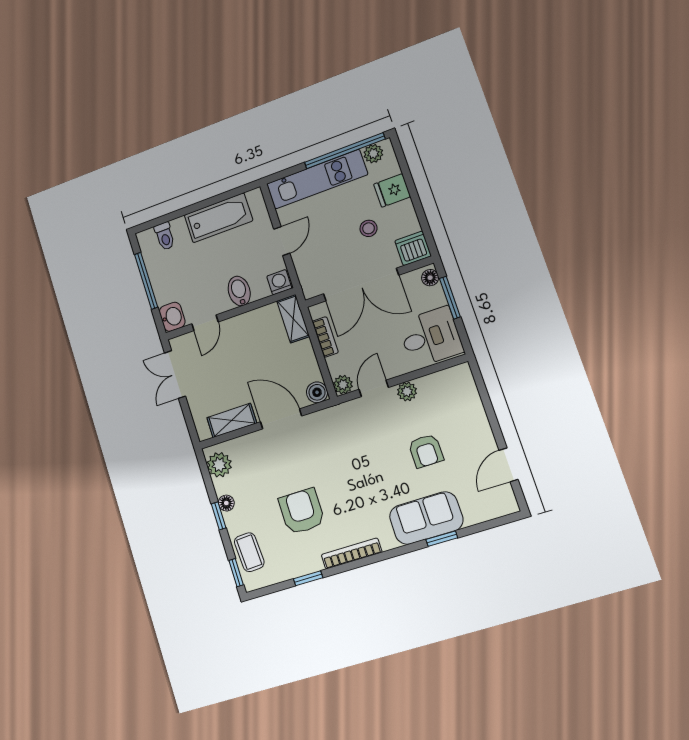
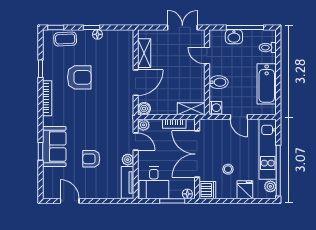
washbasin: (172, 317) -> (234, 37), moved
tv unit: (445, 380) -> (127, 182), added
plant: (219, 465) -> (121, 37), removed

